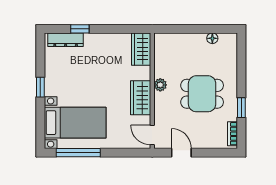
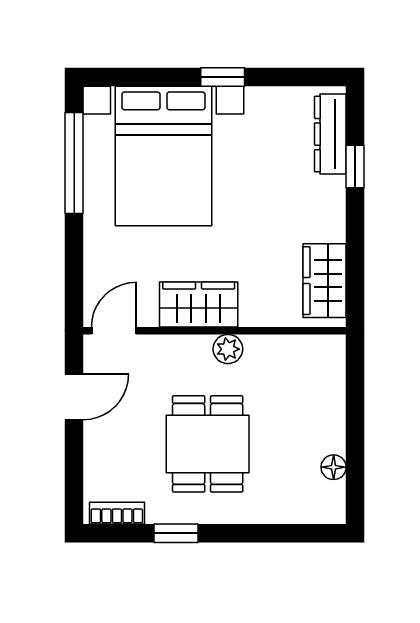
wardrobe: (141, 49) -> (325, 281), moved, turned -90
bed with nightstands: (75, 123) -> (163, 156), width x1.36

